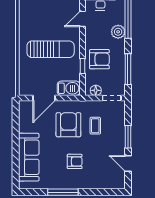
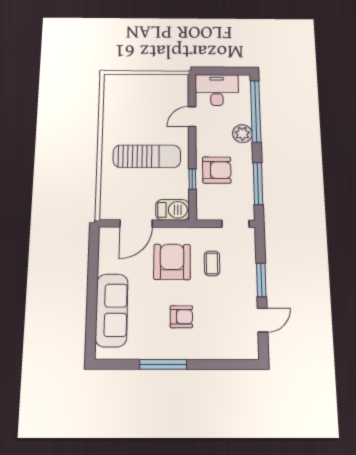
floor lamp: (96, 90) -> (212, 213), removed
door: (128, 164) -> (263, 320), swing flipped

